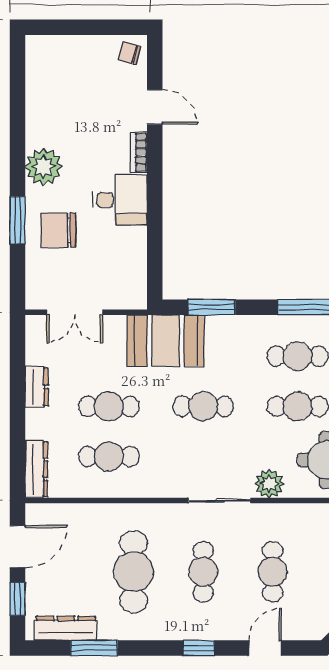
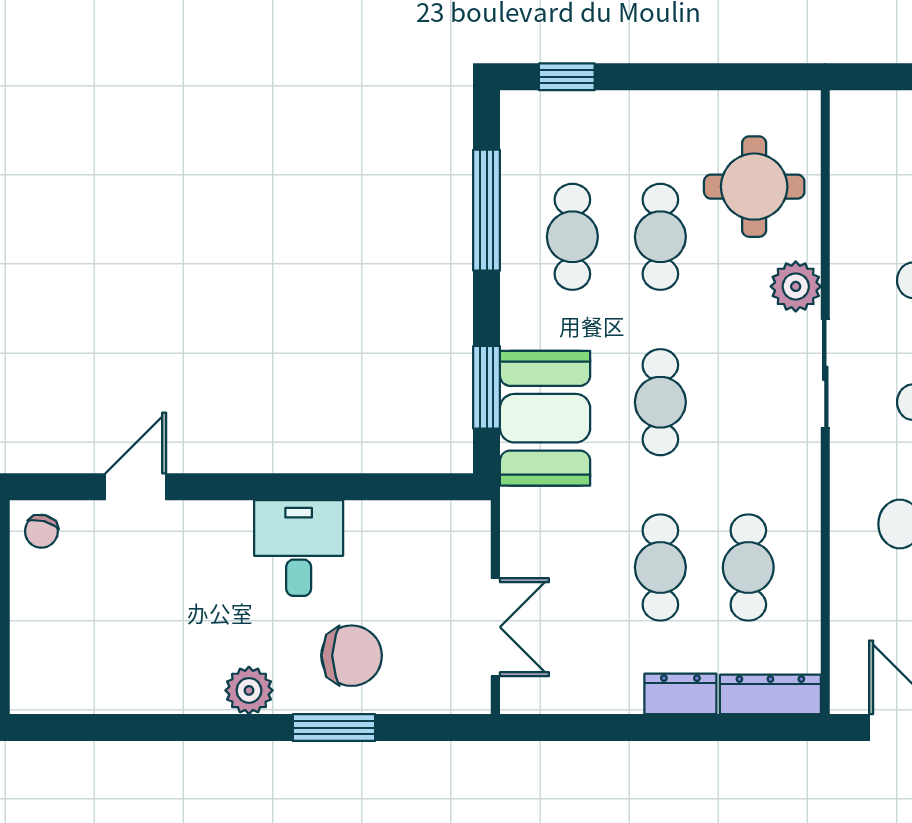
bookcase: (139, 152) -> (215, 514), removed
plant: (44, 167) -> (249, 690), width x0.73, depth x0.73
chair: (58, 230) -> (352, 656), turned -90
booth: (166, 341) -> (545, 418), moved
dresser: (37, 387) -> (680, 694), moved

